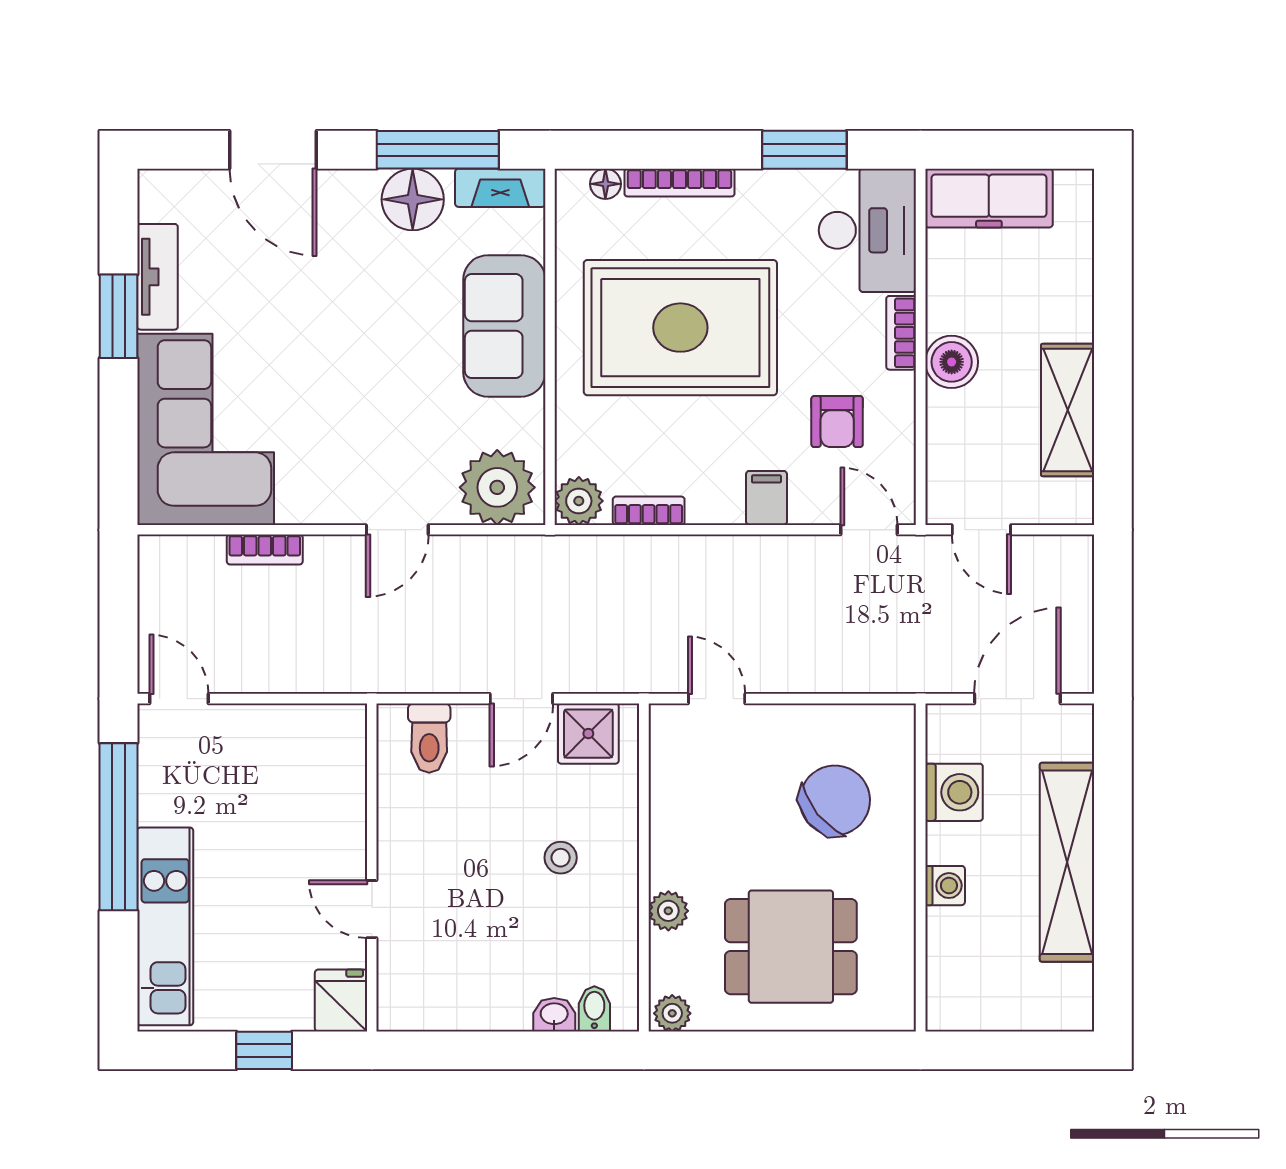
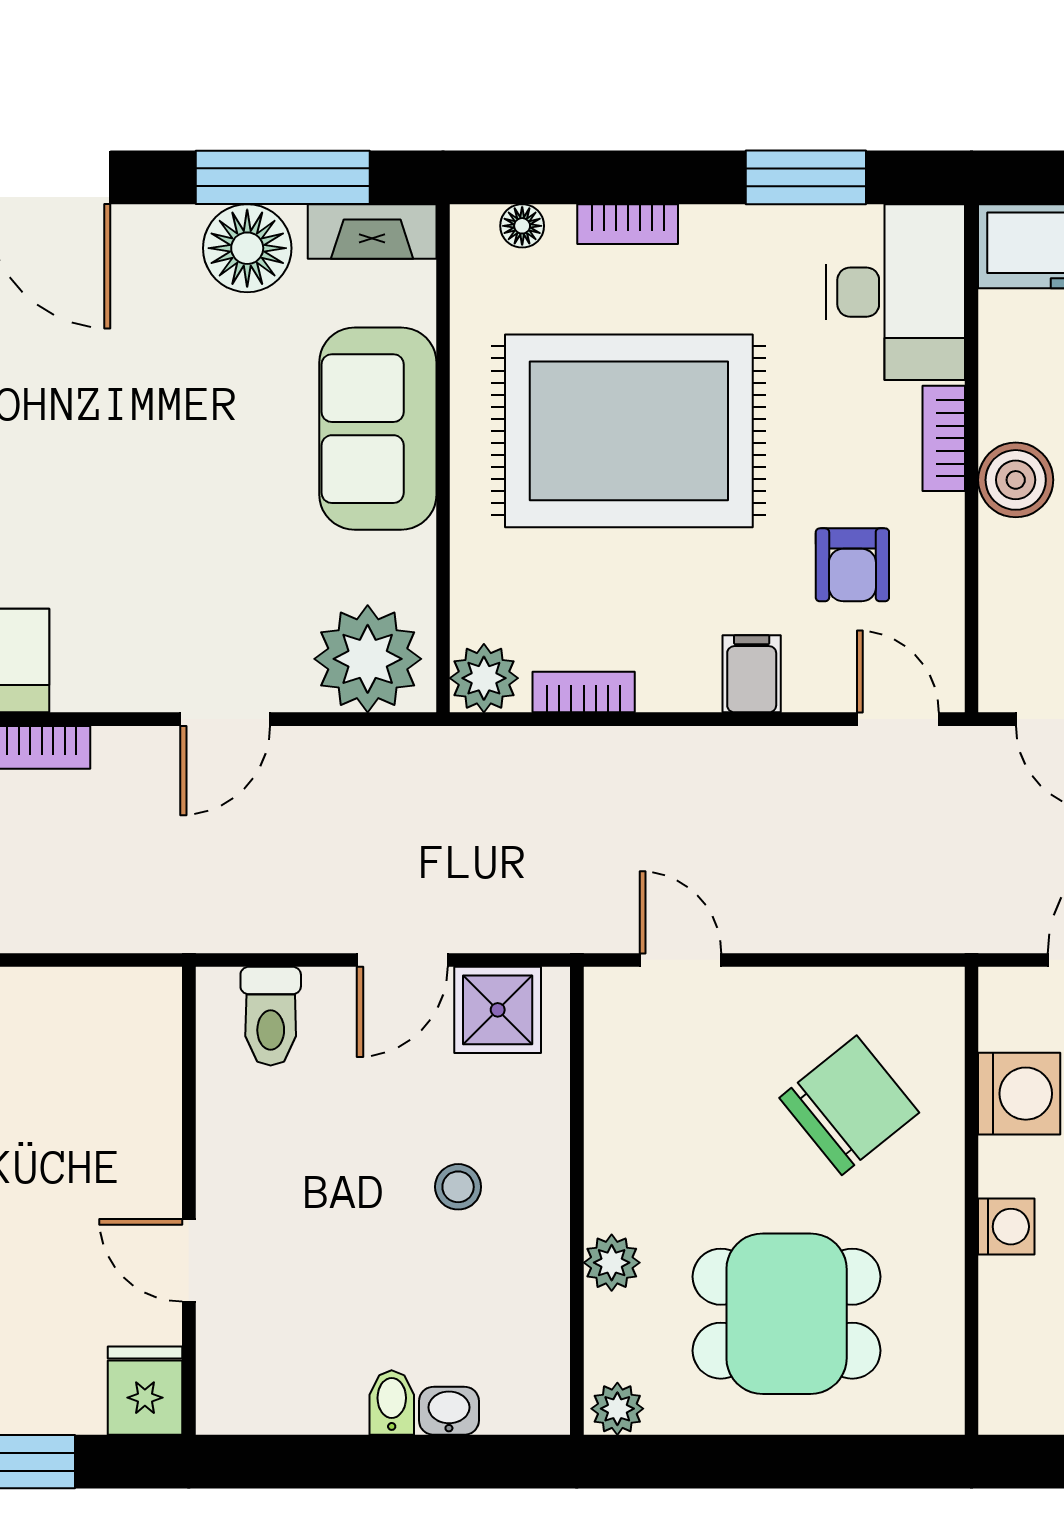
bookcase: (679, 183) -> (628, 224), width x0.64
bidet: (594, 1009) -> (392, 1402), moved

